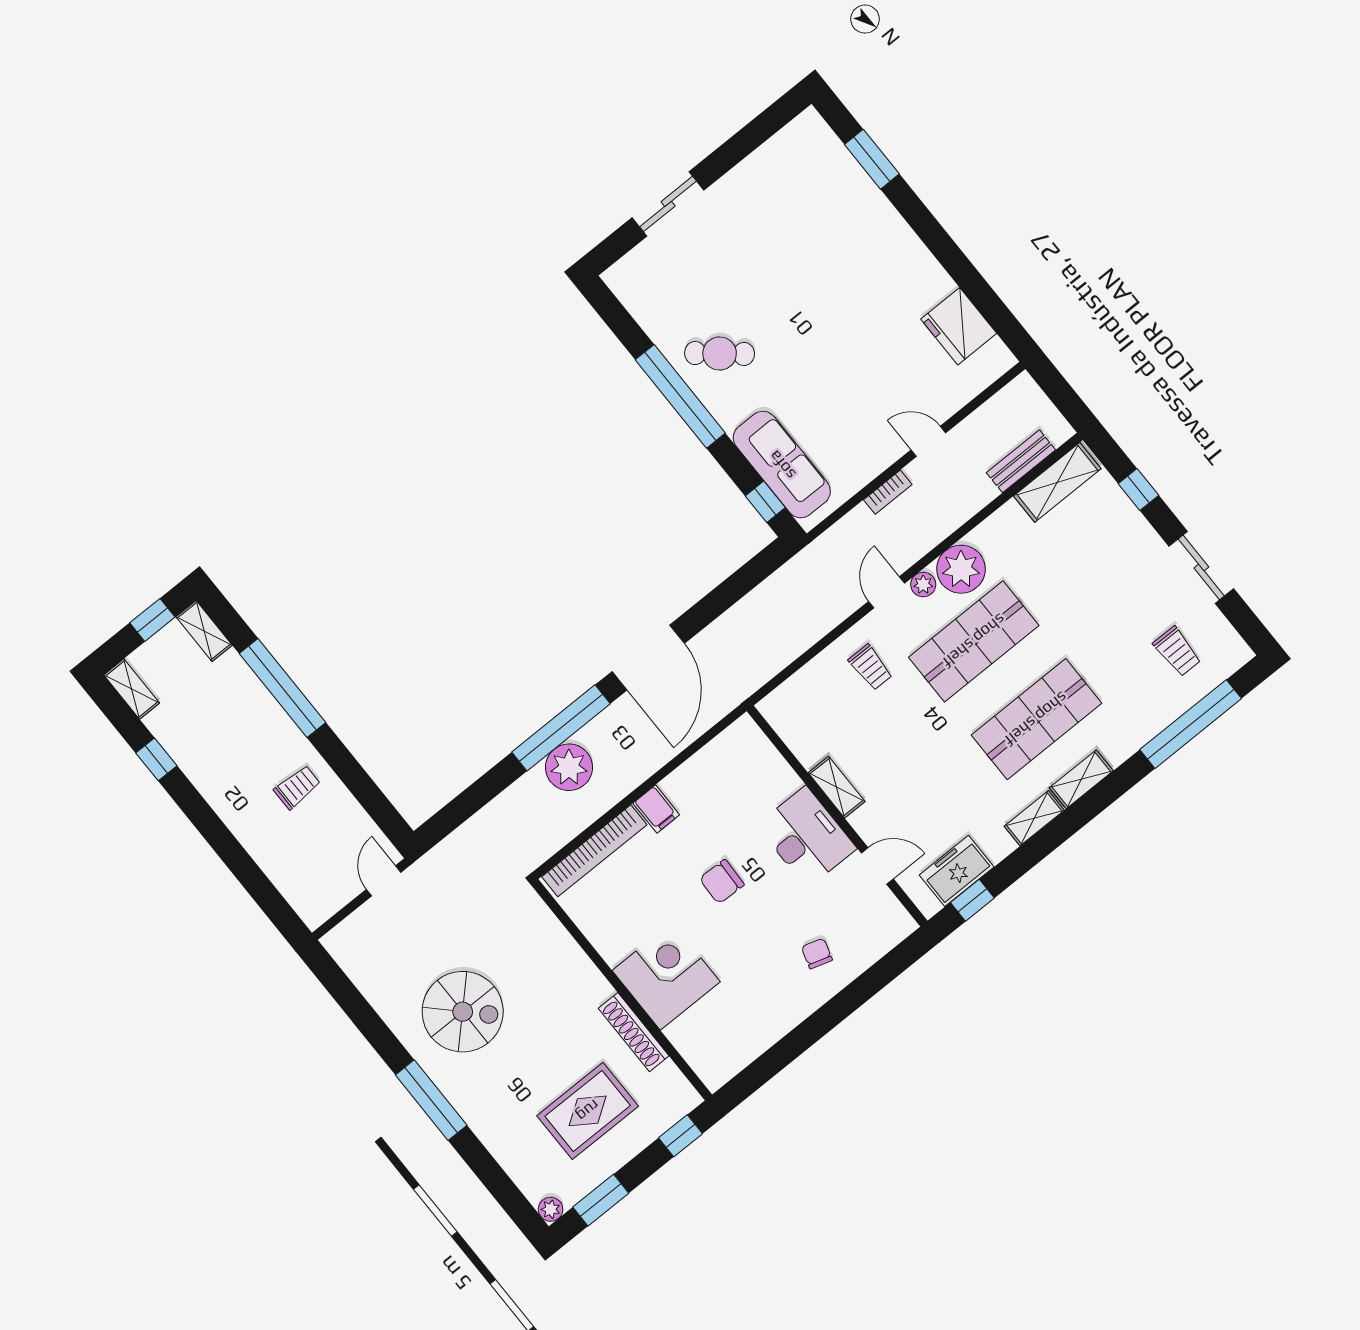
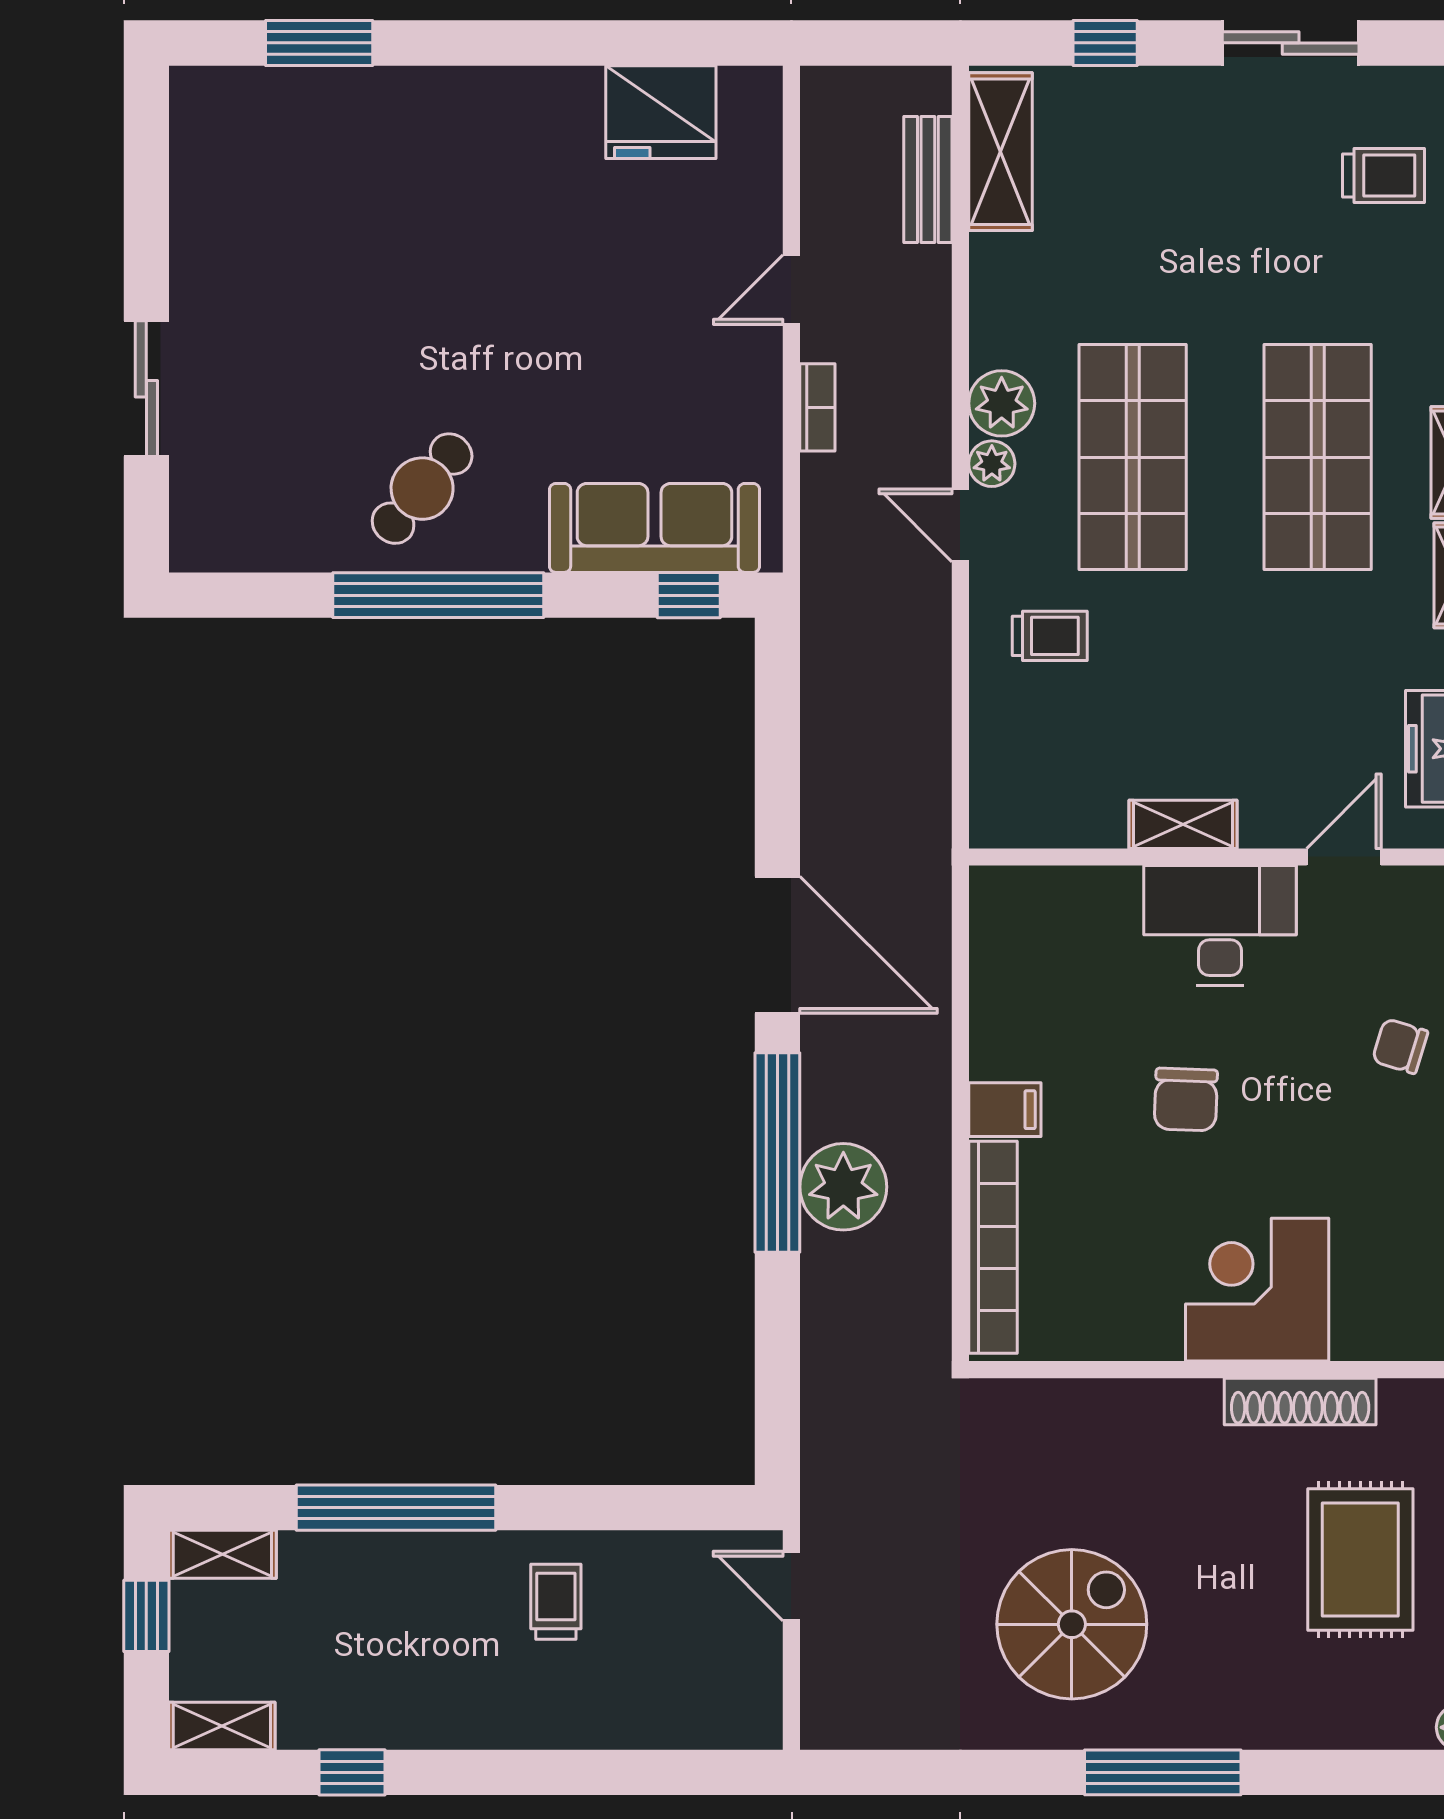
plant: (961, 569) -> (1002, 403), width x0.73, depth x0.73

